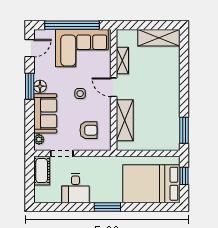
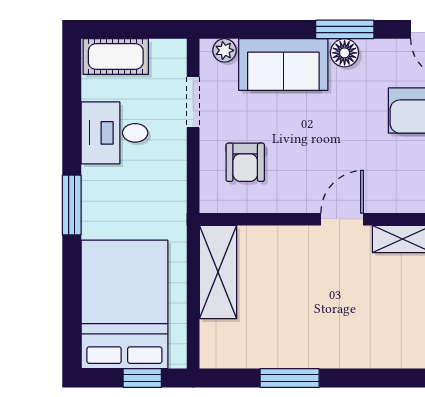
side table: (80, 94) -> (328, 143), removed
shelving: (125, 120) -> (218, 272), moved, turned 90
window: (184, 130) -> (290, 378), moved
cot: (42, 171) -> (116, 57), moved

